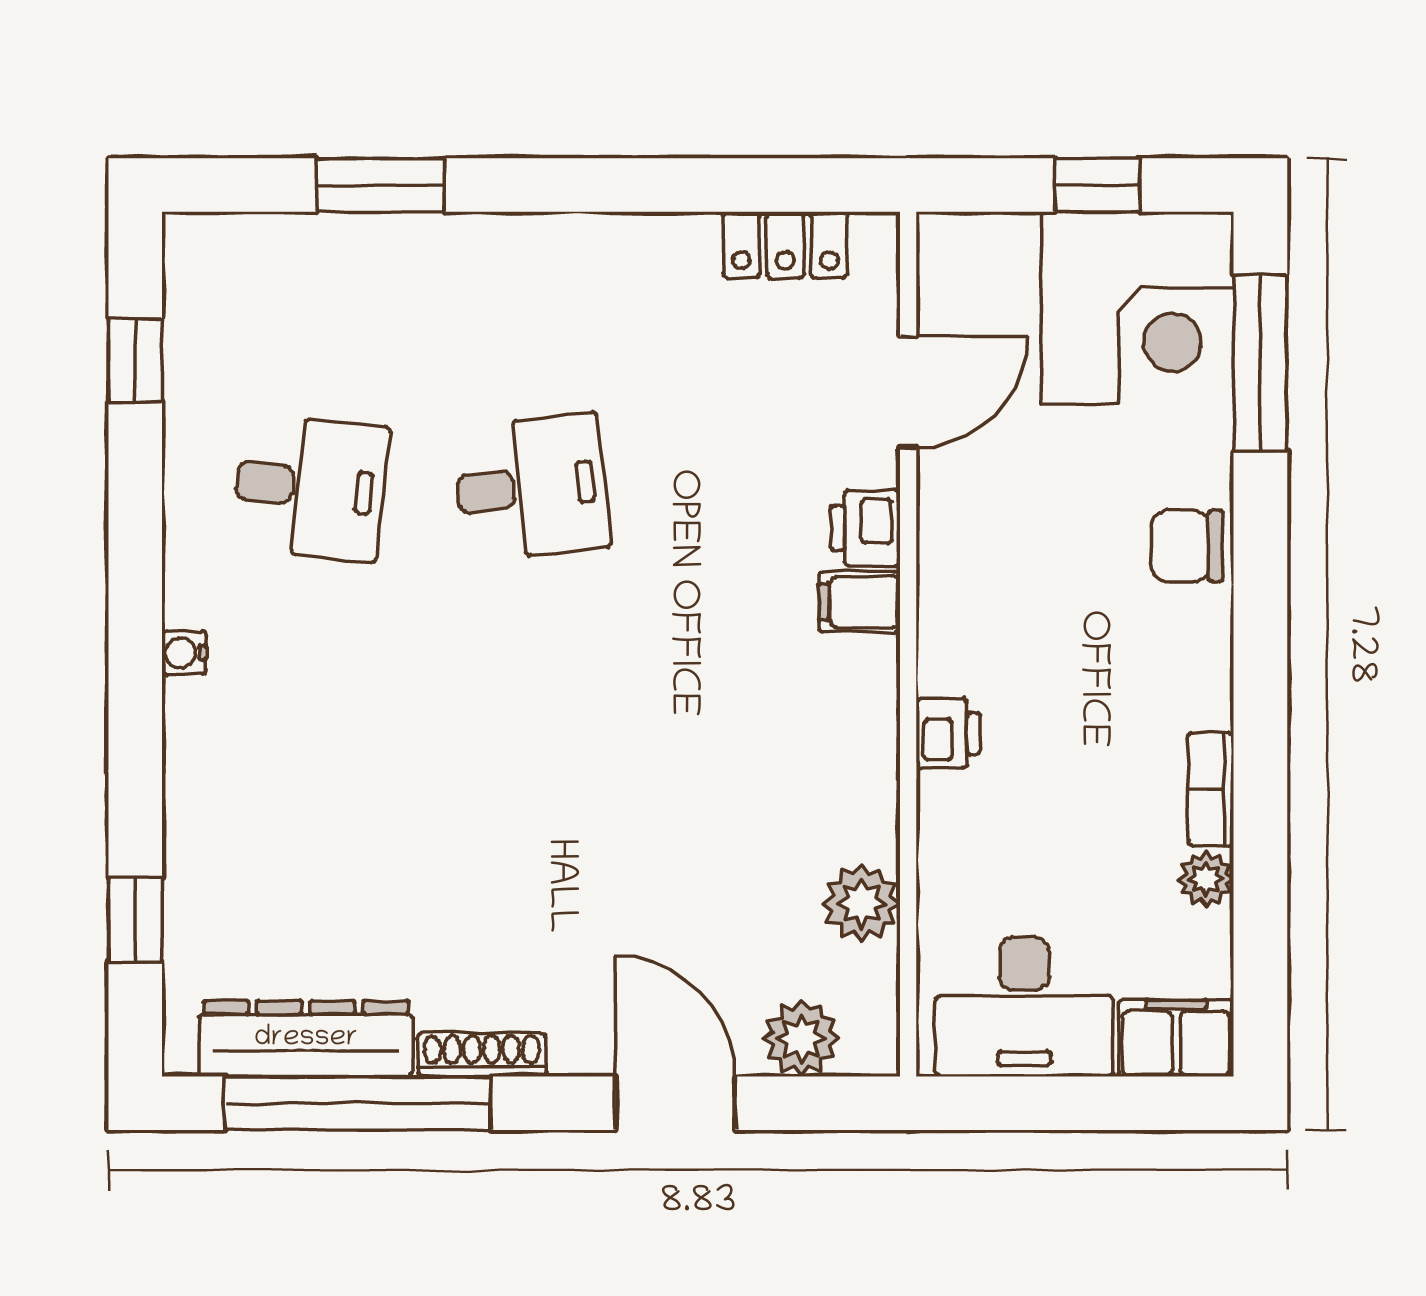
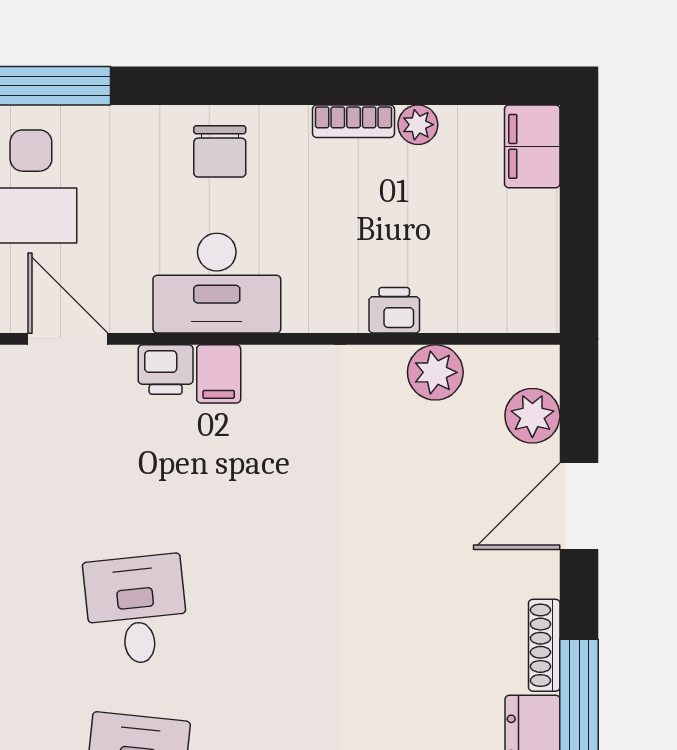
chair: (1187, 546) -> (220, 151), moved
printer: (948, 733) -> (394, 310), moved
desk: (1024, 1007) -> (217, 283), moved, turned 90

